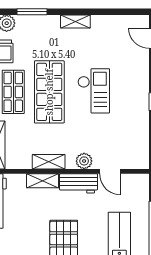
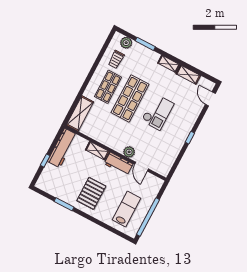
shelving: (49, 162) -> (188, 75), moved

